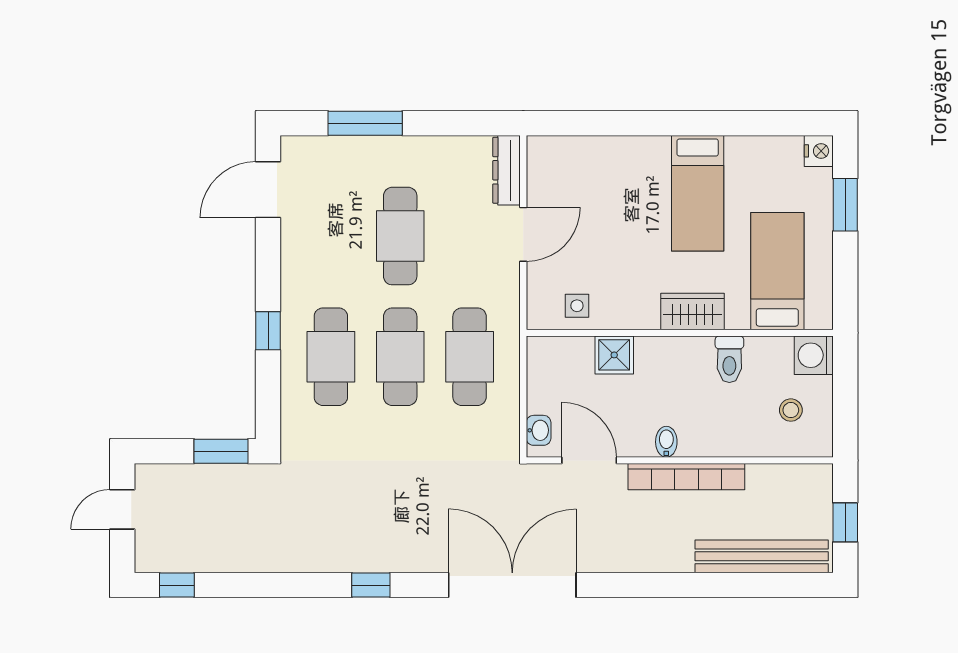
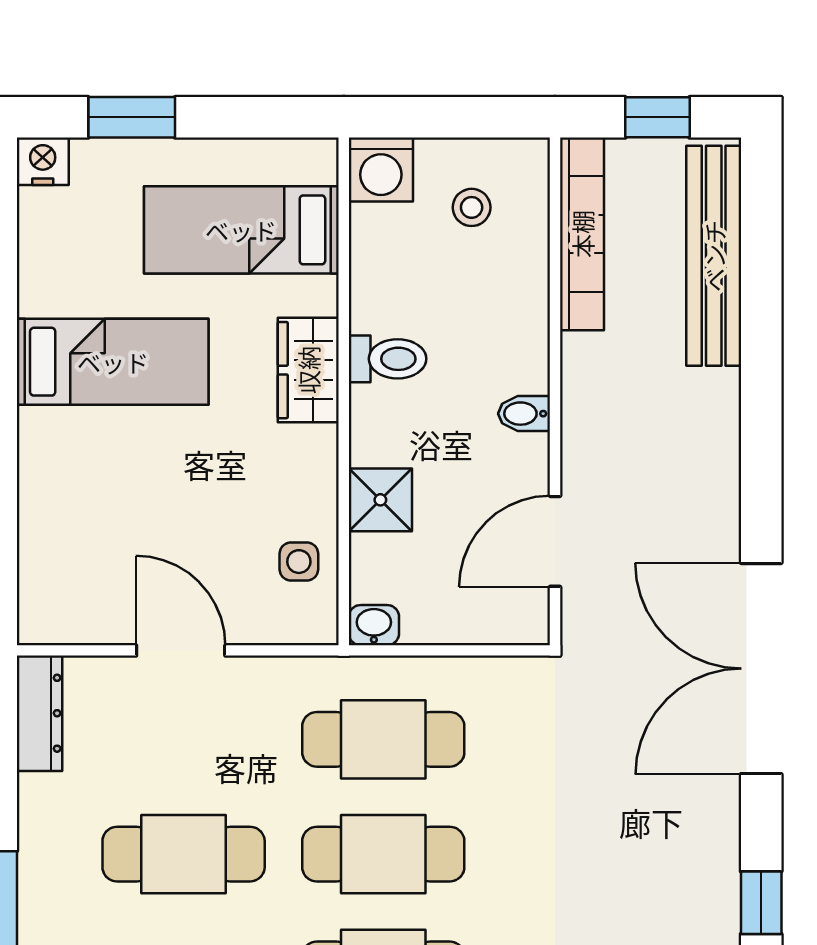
dresser: (507, 170) -> (39, 713), moved, turned -90
toilet: (729, 359) -> (387, 359), moved
washbasin: (539, 430) -> (374, 625), moved
bookcase: (686, 477) -> (582, 234), moved

